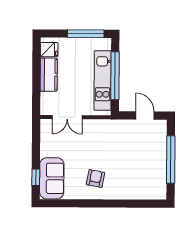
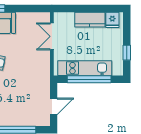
window: (86, 34) -> (127, 53), width x0.46

